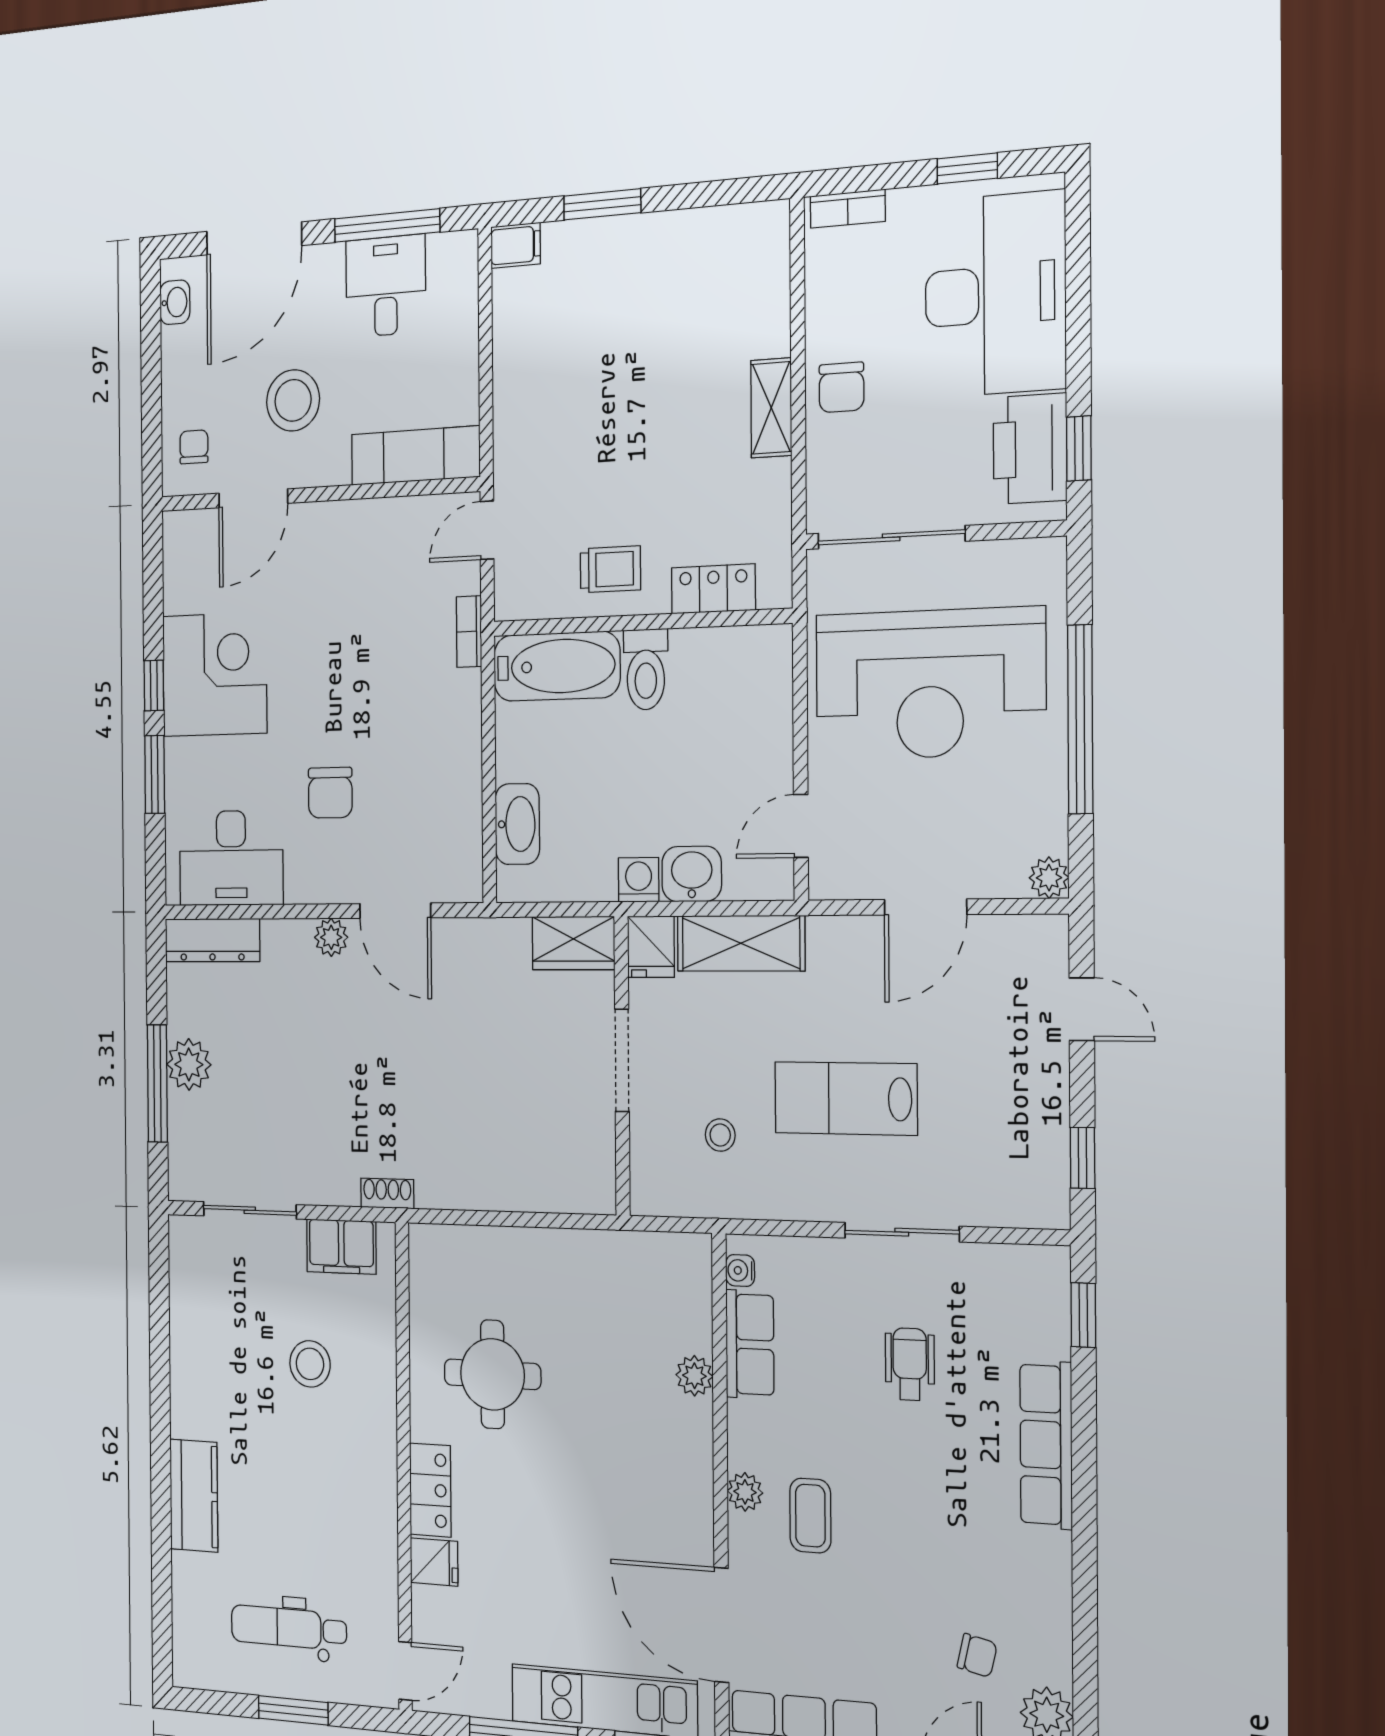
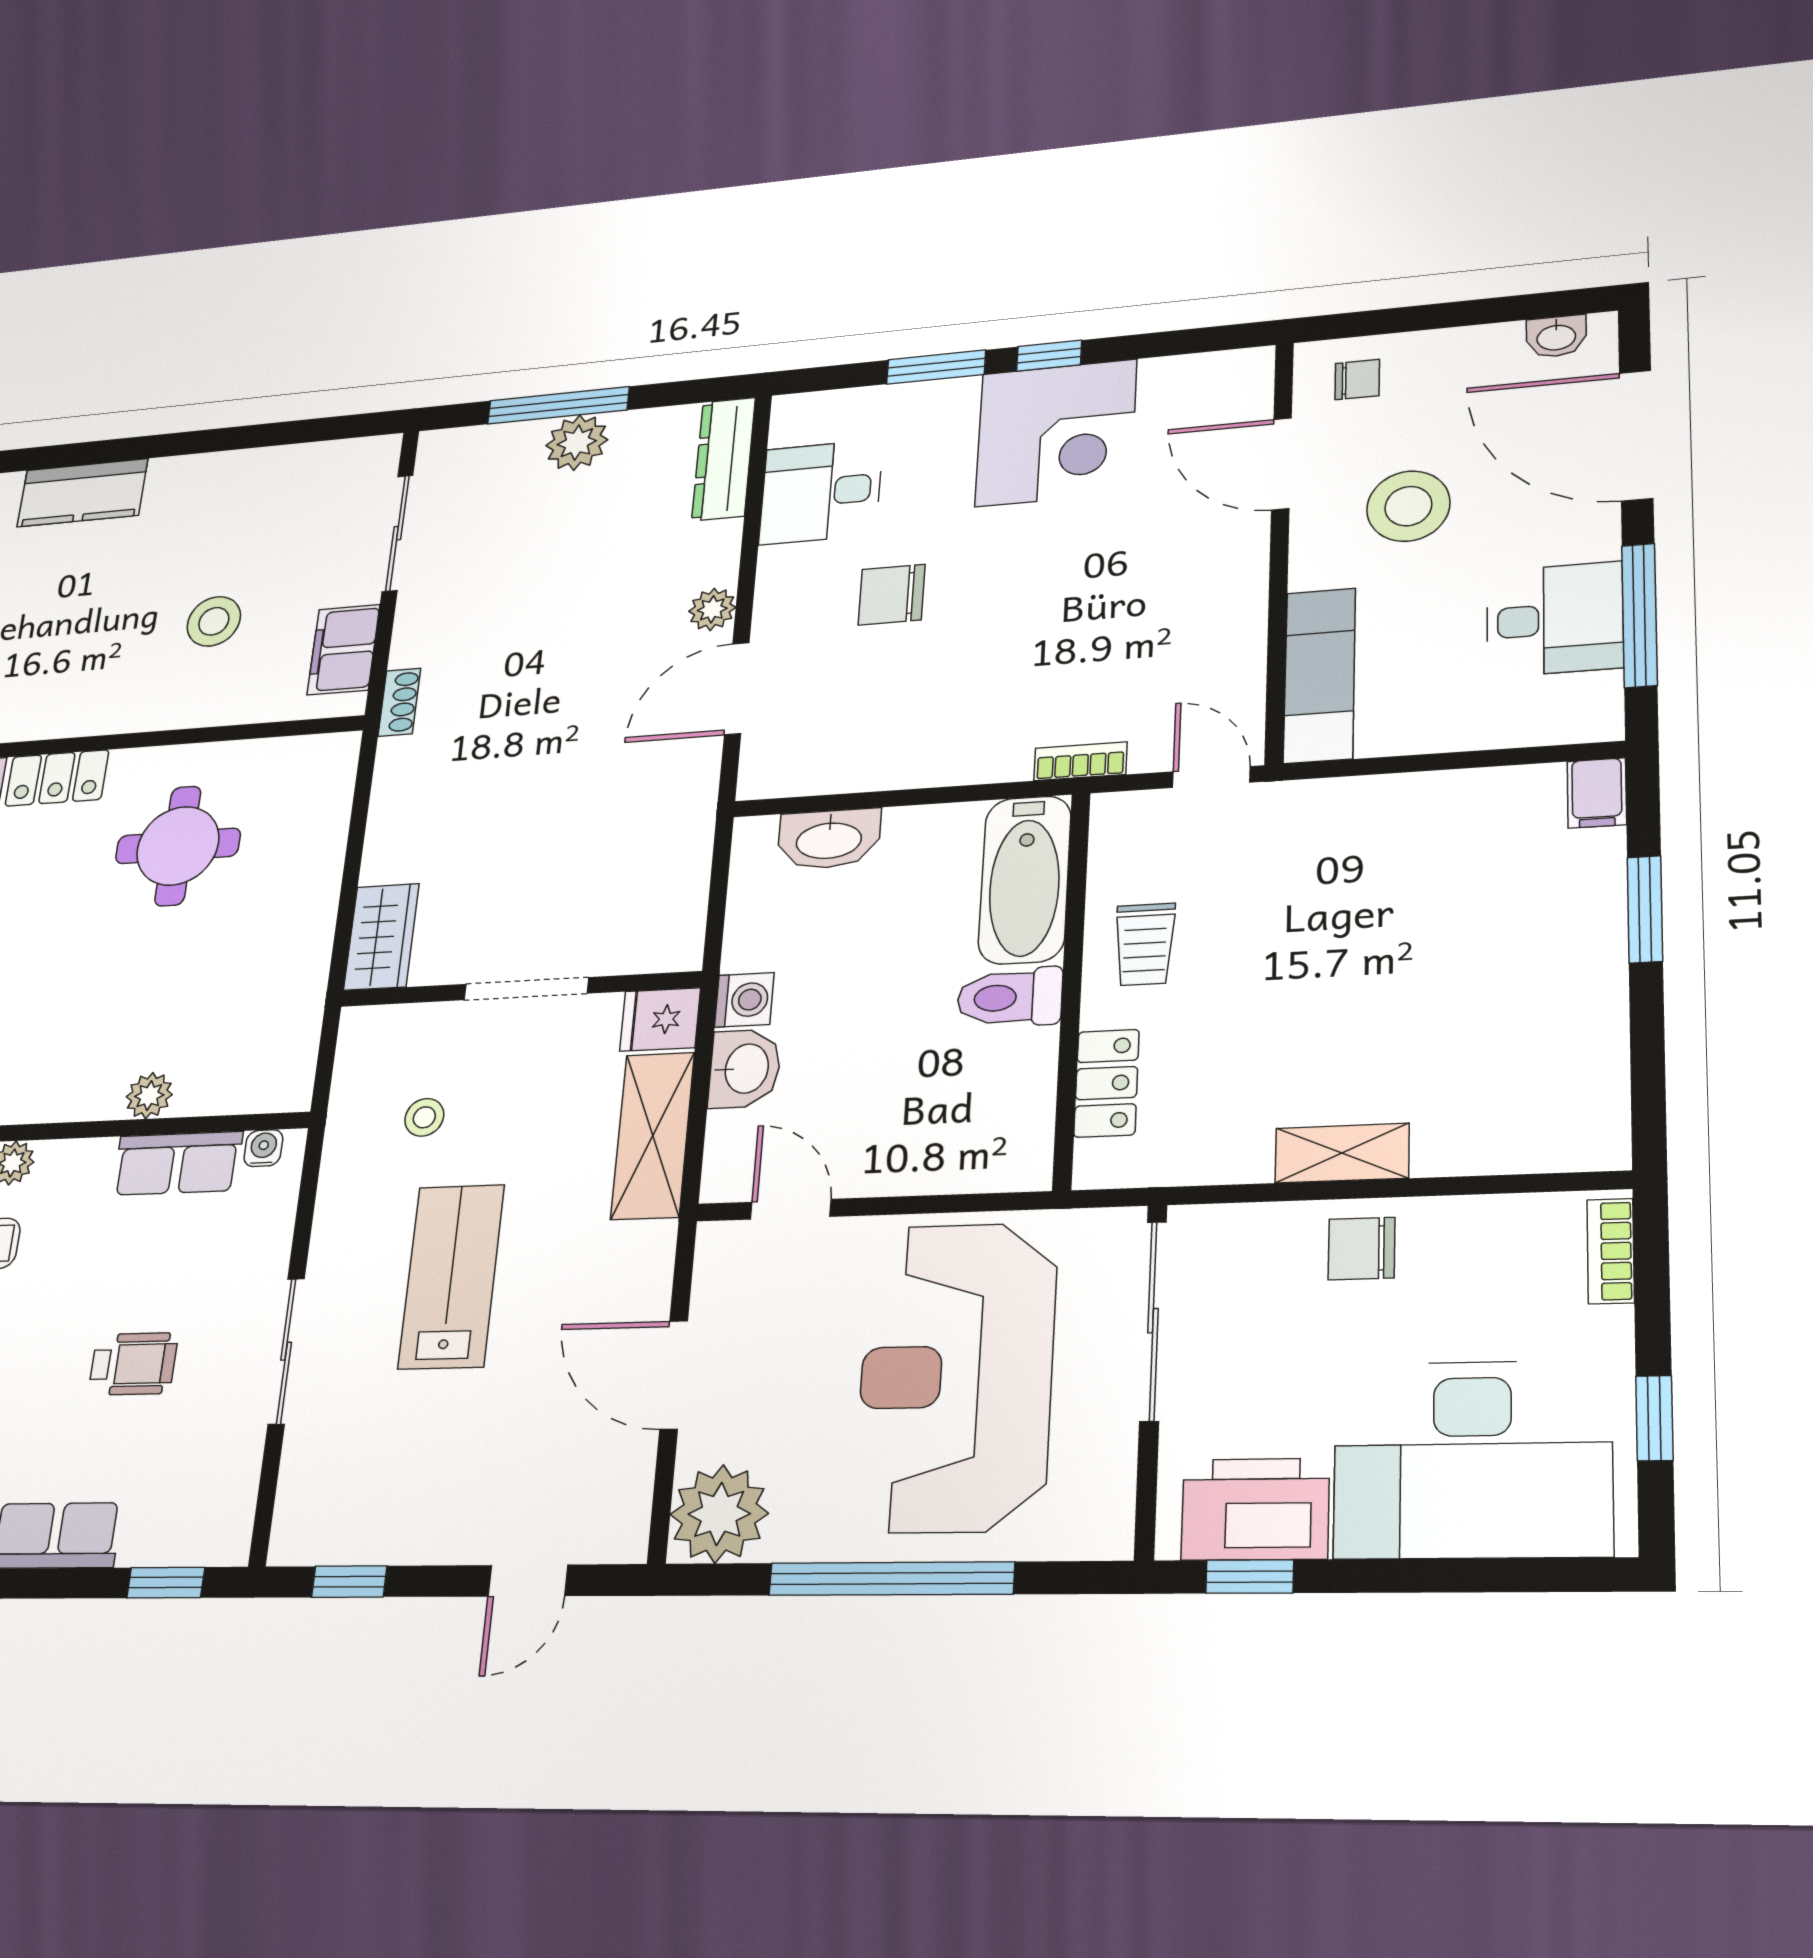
desk: (231, 858) -> (821, 492), width x0.73
plant: (1049, 878) -> (719, 1514), width x1.88, depth x1.88
wardrobe: (573, 943) -> (381, 937), moved, turned 180

